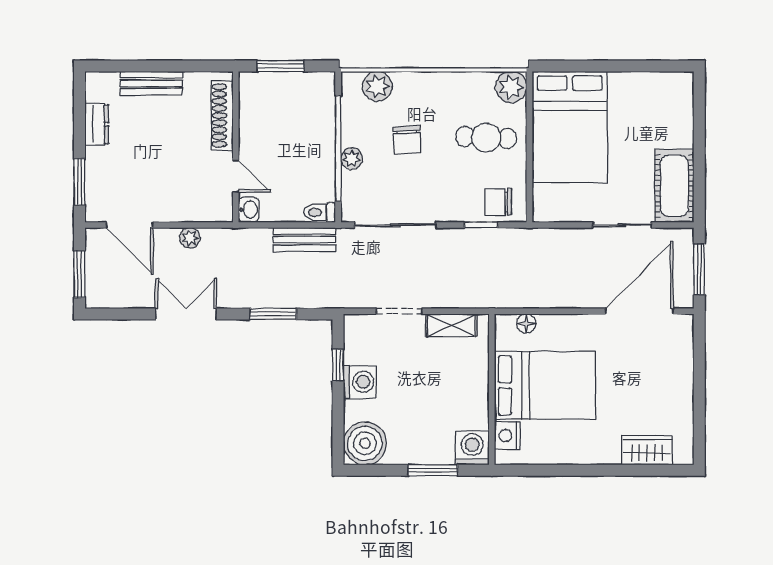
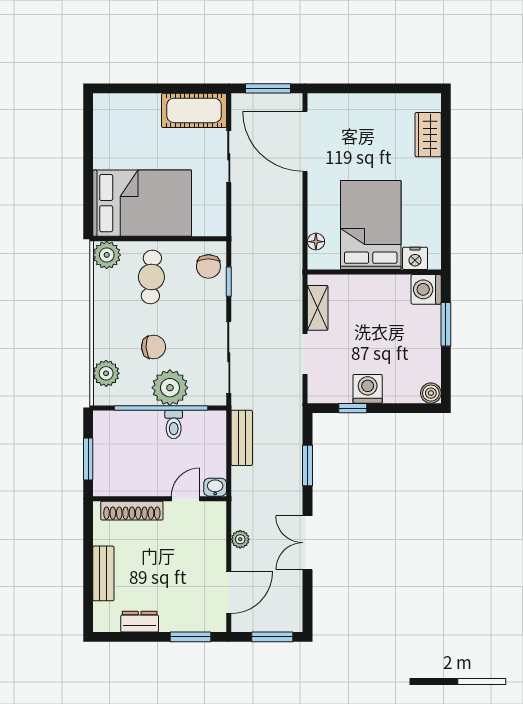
plant: (352, 158) -> (170, 388), width x1.88, depth x1.88
toilet: (319, 212) -> (174, 425), moved
boiler: (365, 443) -> (431, 393), width x0.54, depth x0.54

